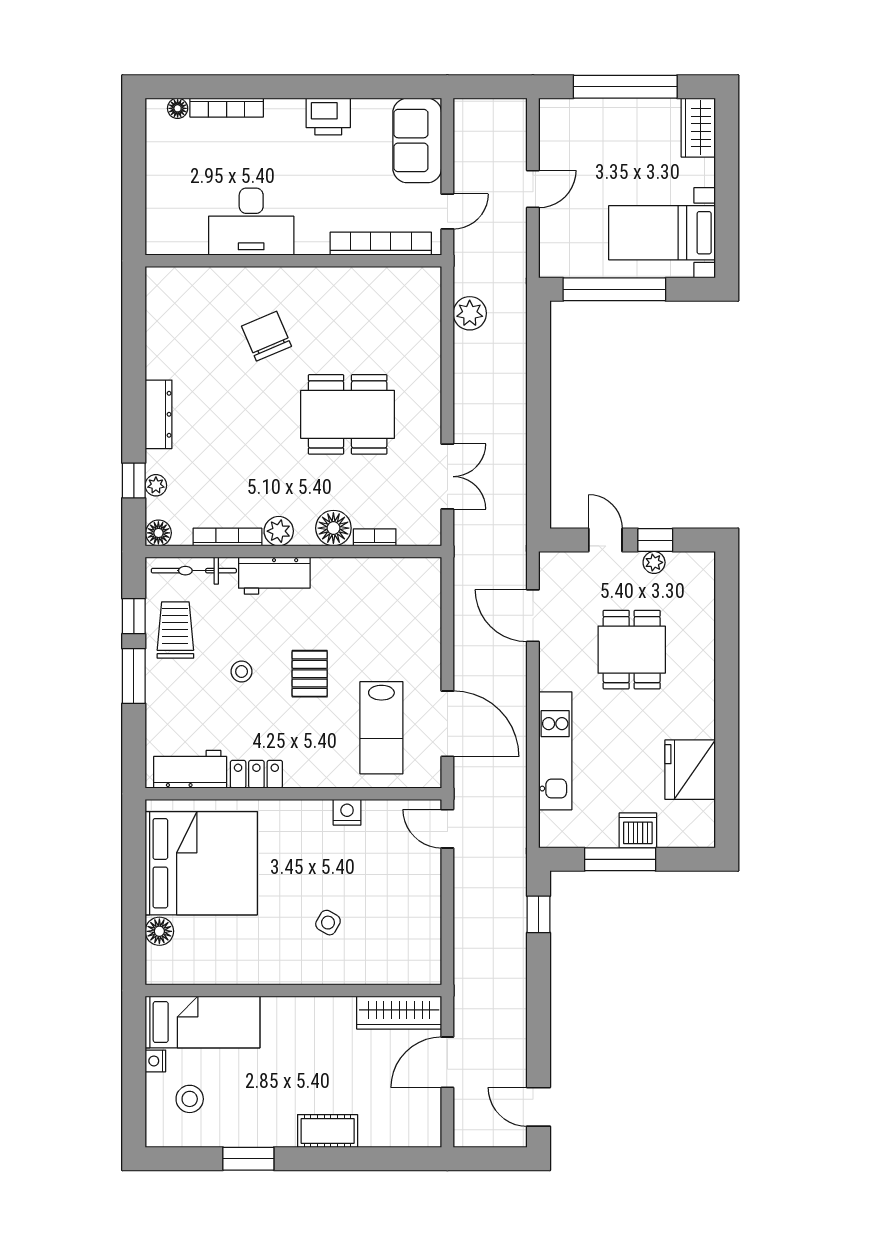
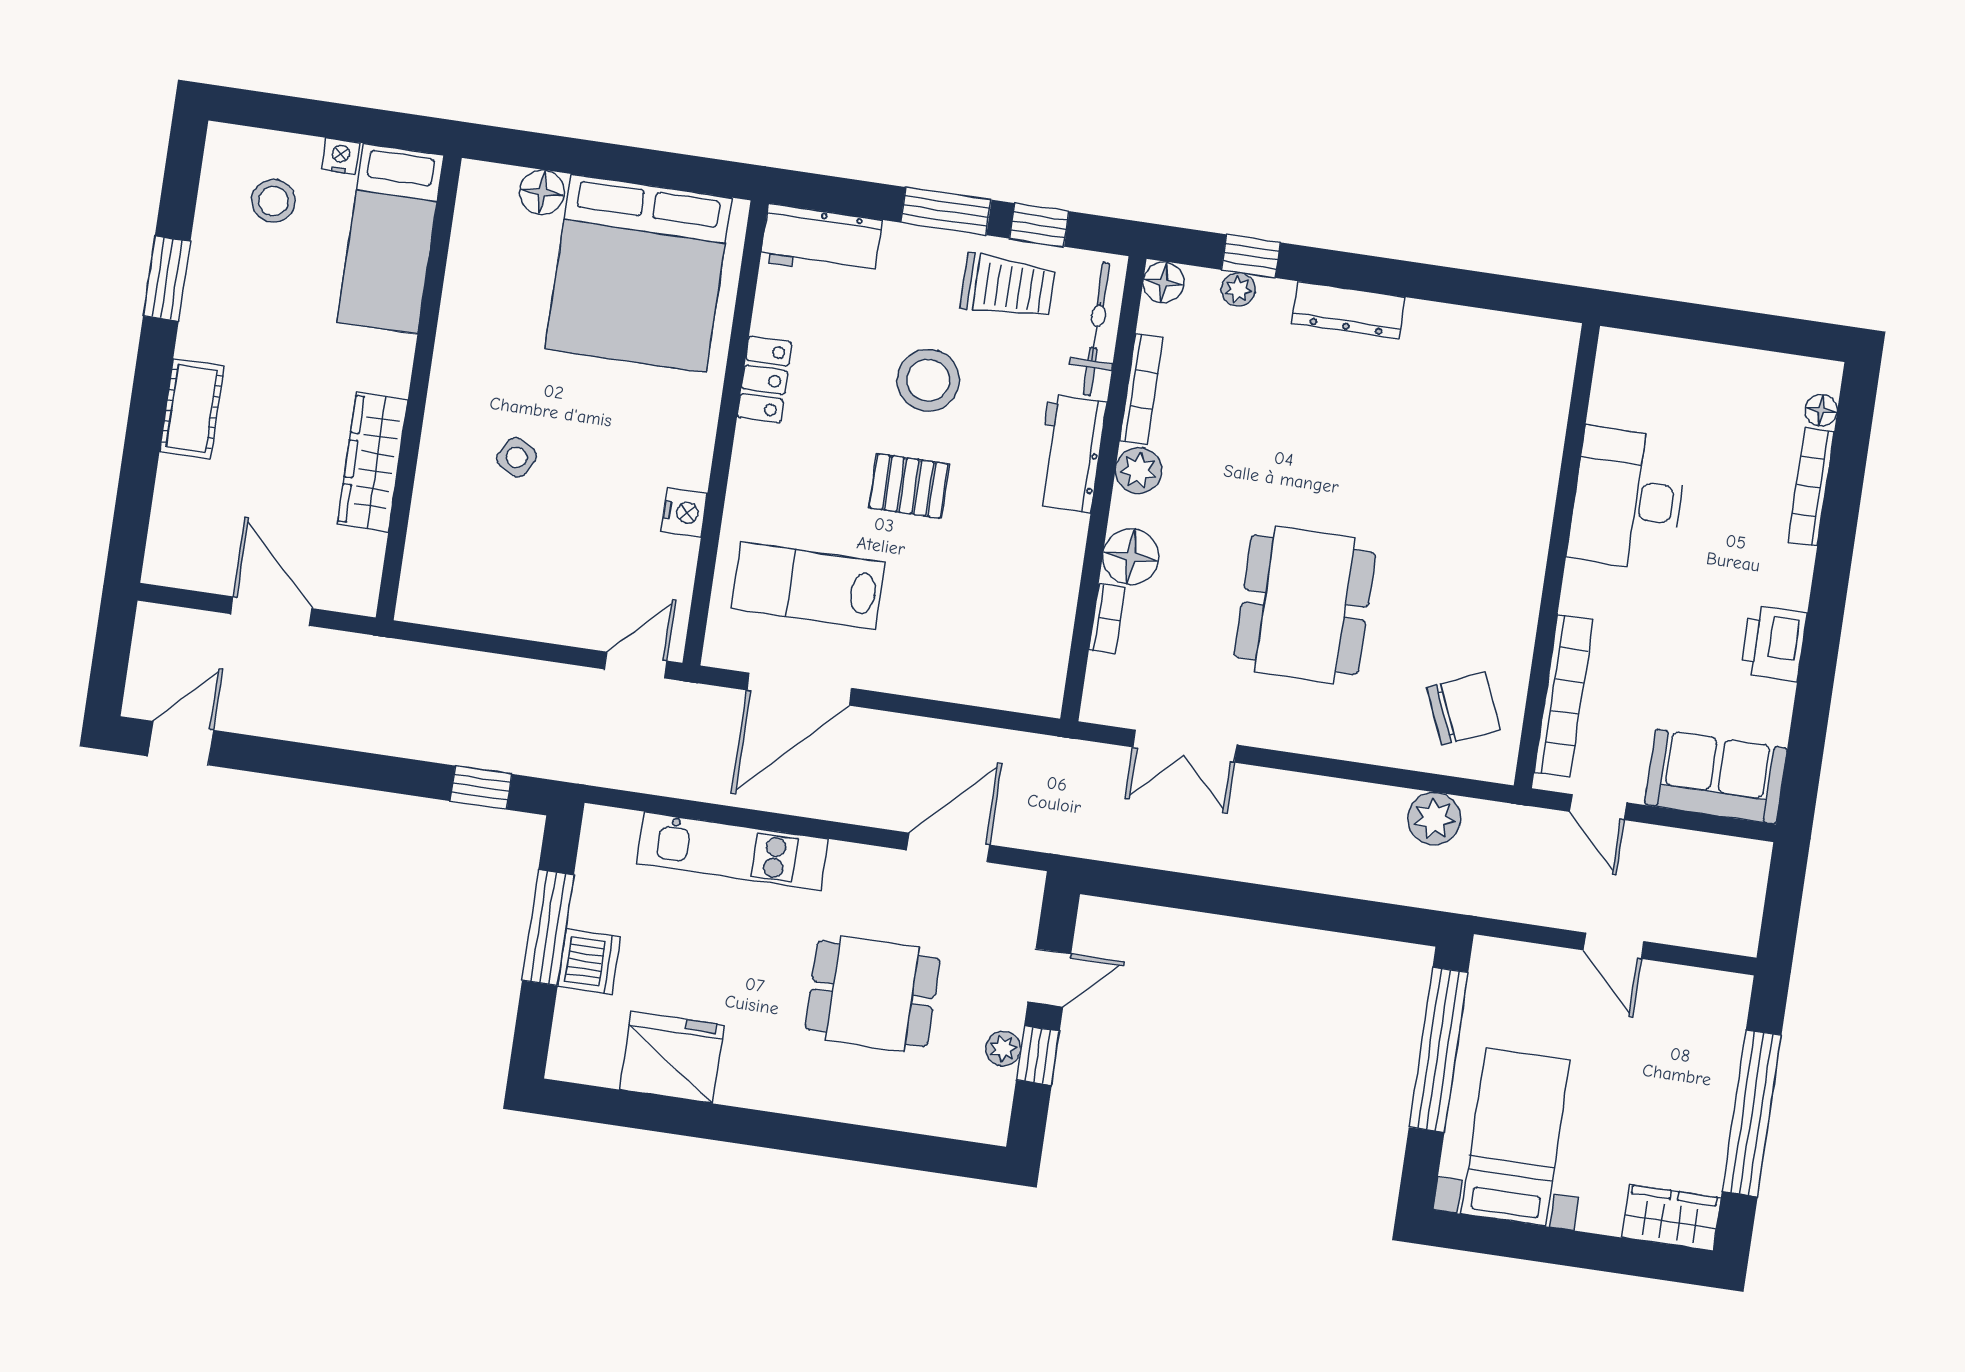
chair: (267, 336) -> (1463, 709), moved
stool: (242, 672) -> (928, 380), width x1.89, depth x1.89
workbench: (190, 769) -> (821, 241), moved, turned 90
wardrobe: (399, 1013) -> (372, 462), moved

